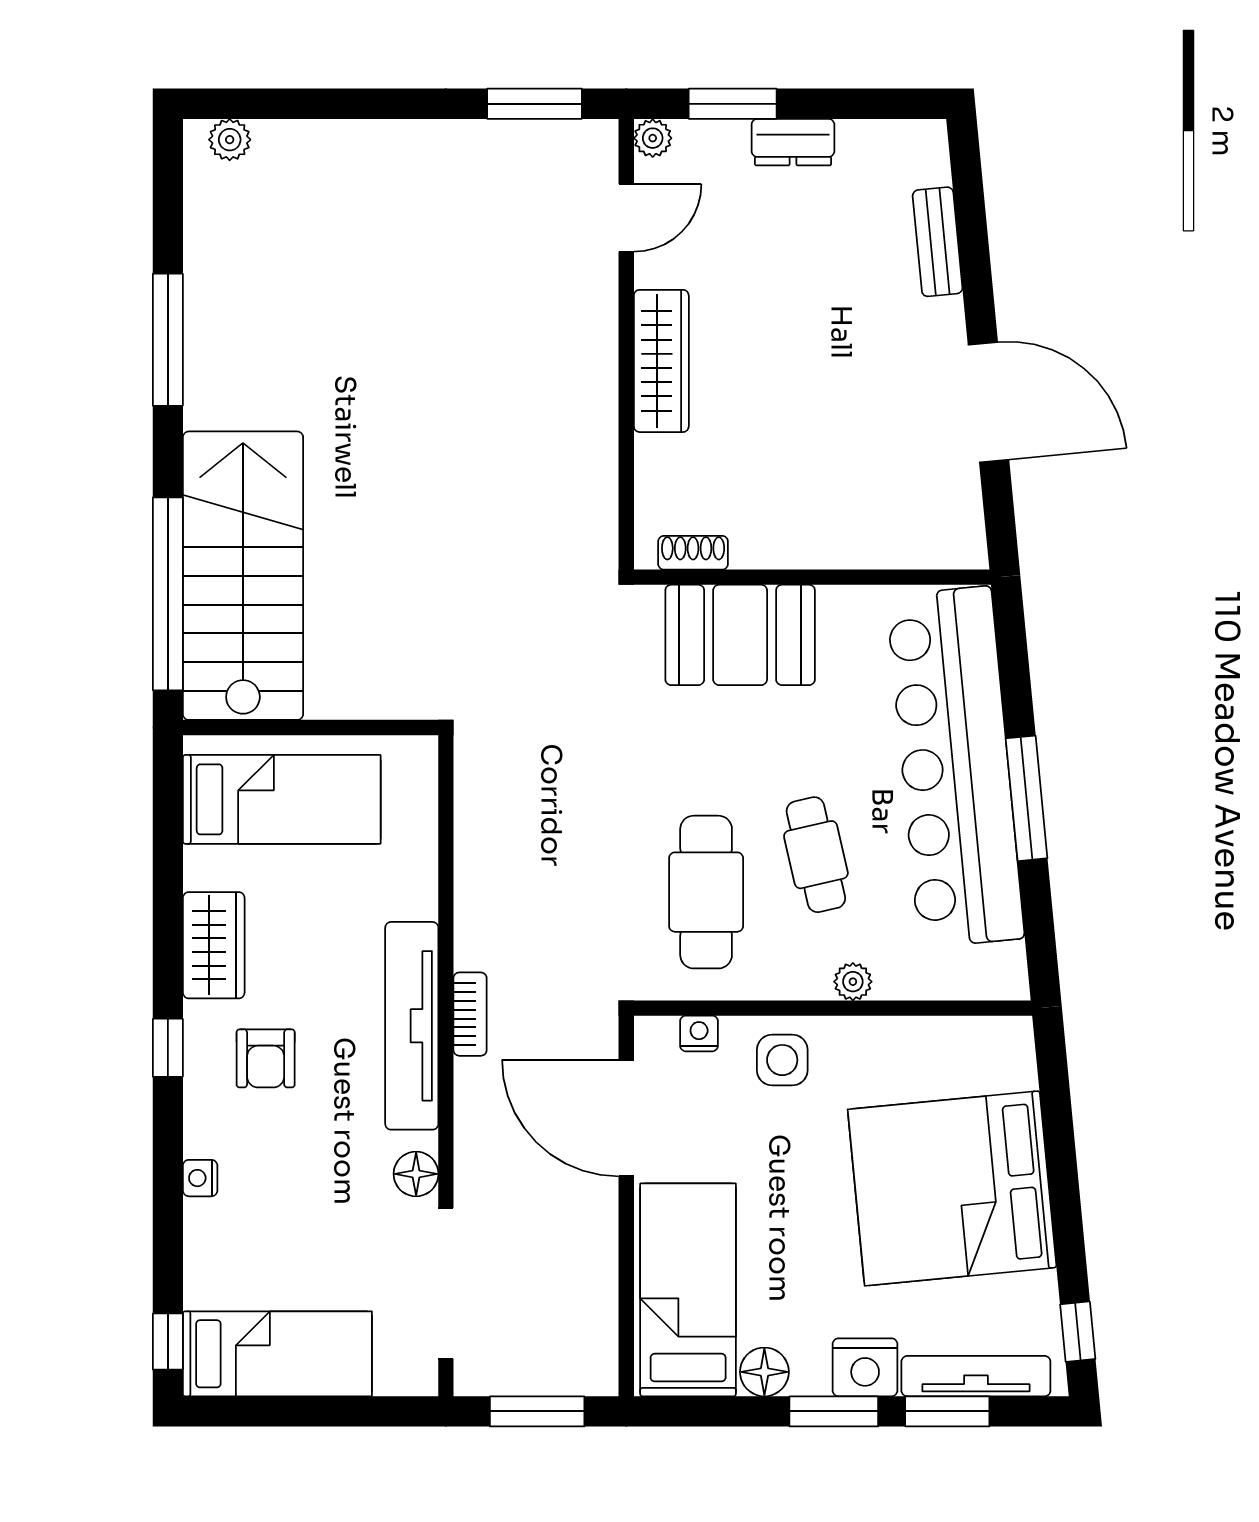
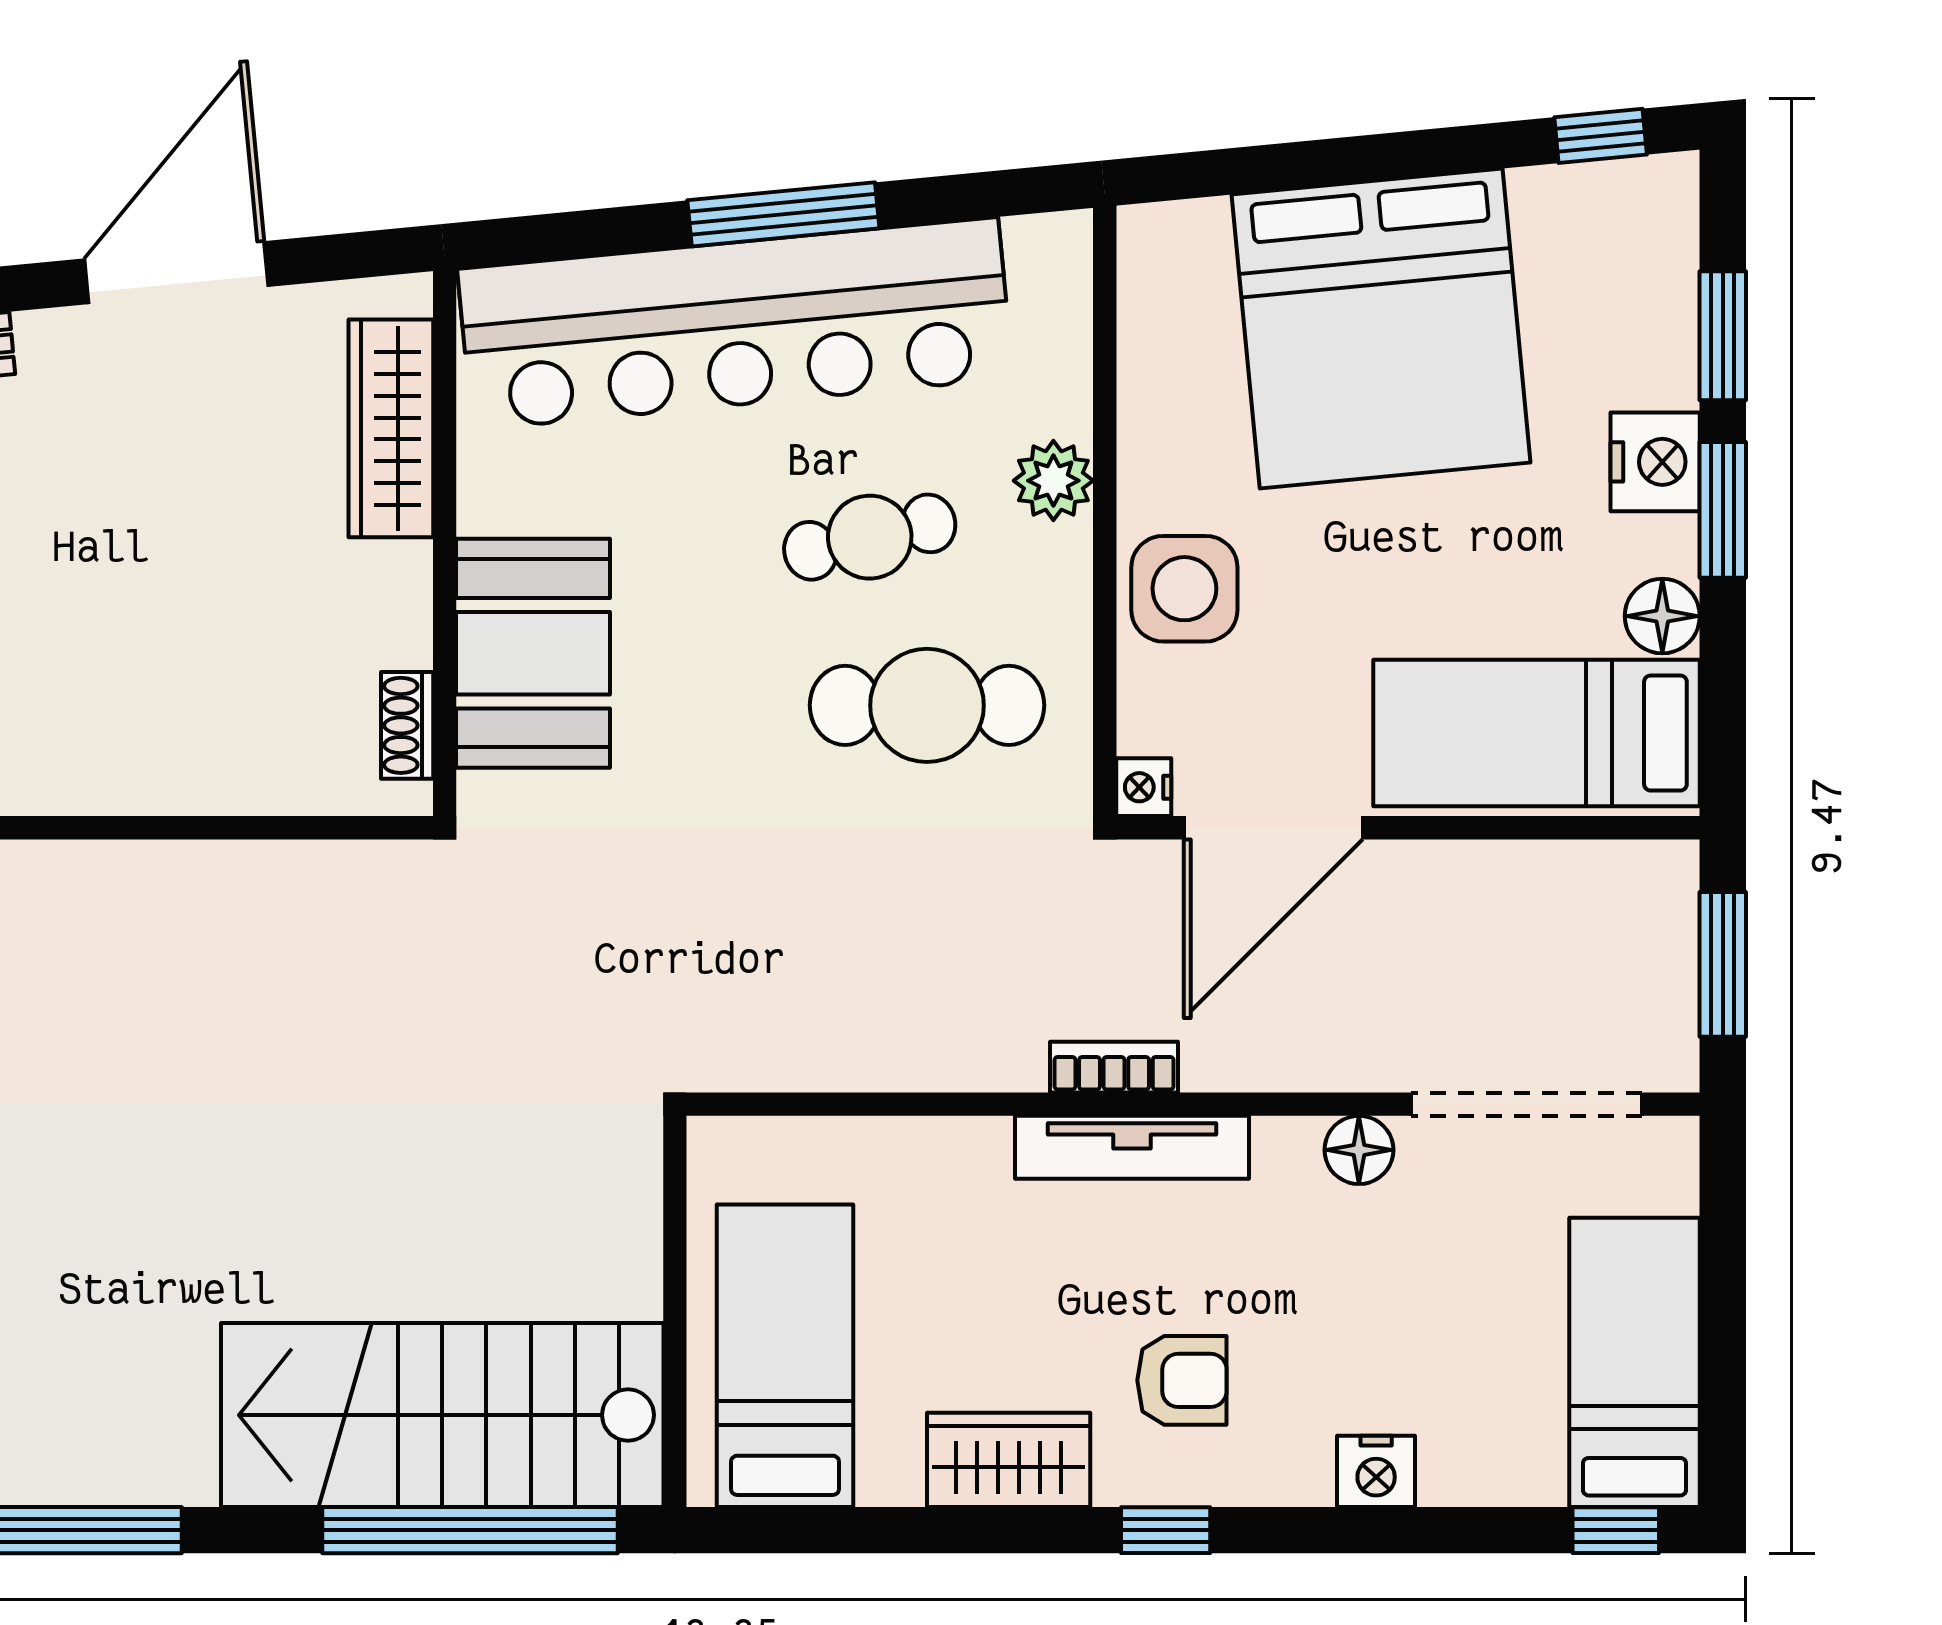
wardrobe: (661, 361) -> (391, 428), moved, turned -90
plant: (853, 982) -> (1053, 481), width x1.38, depth x1.38
tv unit: (412, 1026) -> (1132, 1147), width x0.73, depth x0.78
nightstand: (699, 1033) -> (1144, 787), moved
side table: (782, 1060) -> (1184, 589), width x1.37, depth x1.37
nightstand: (200, 1178) -> (1376, 1471), width x1.39, depth x1.35
tv unit: (976, 1376) -> (1669, 292), removed

